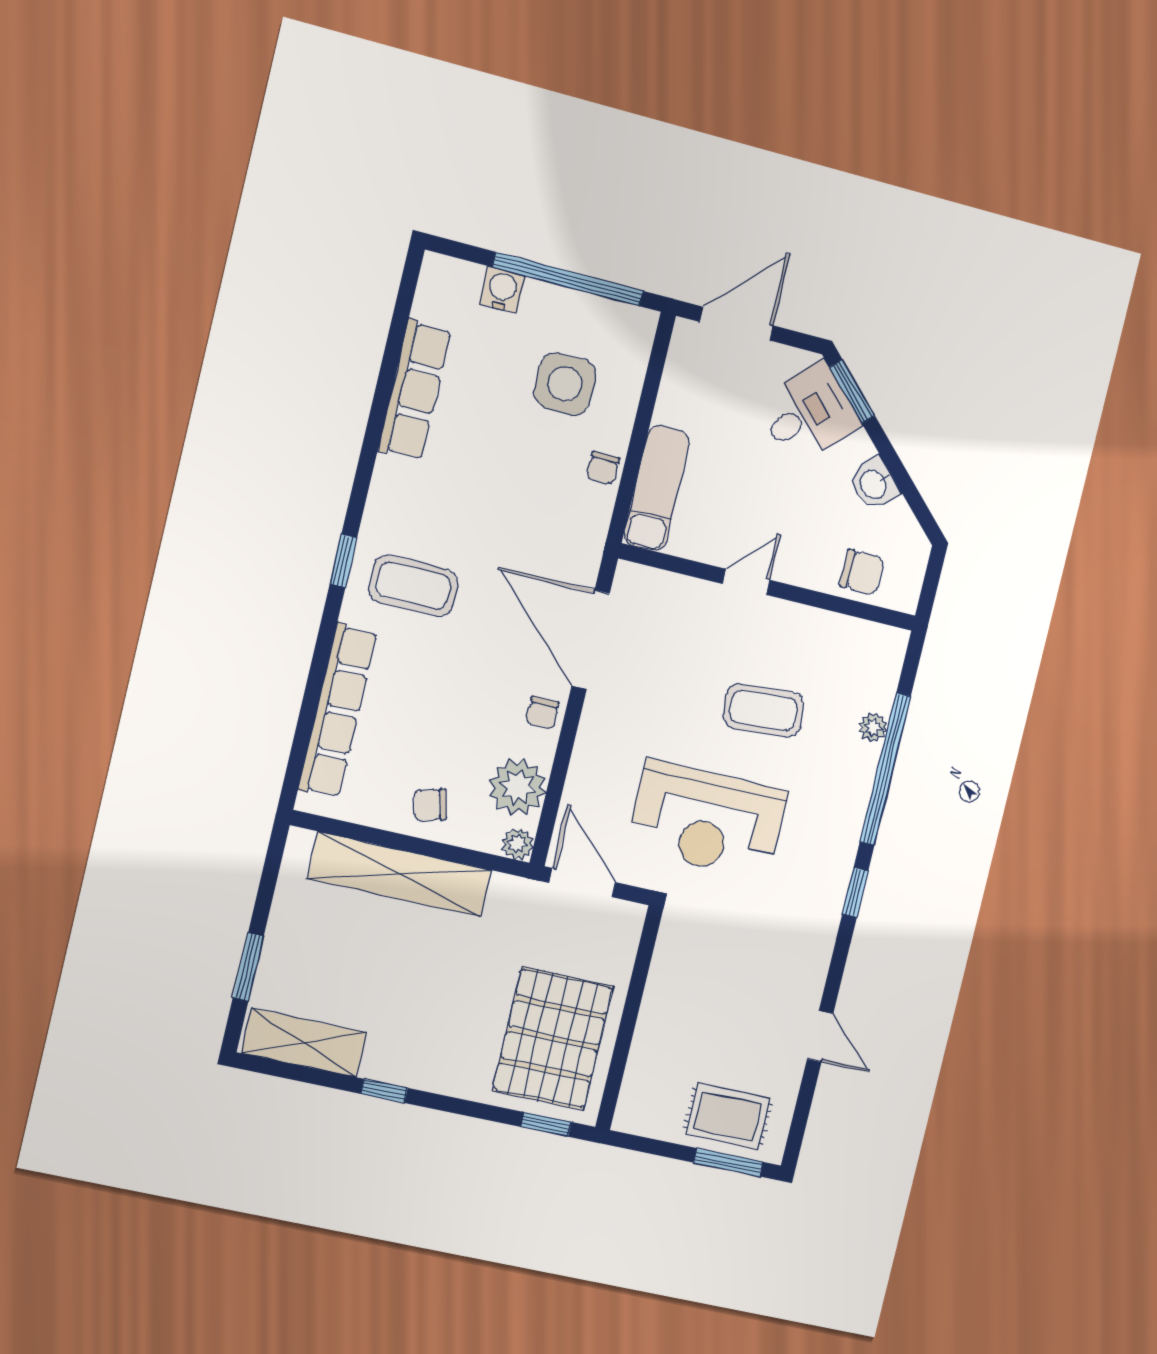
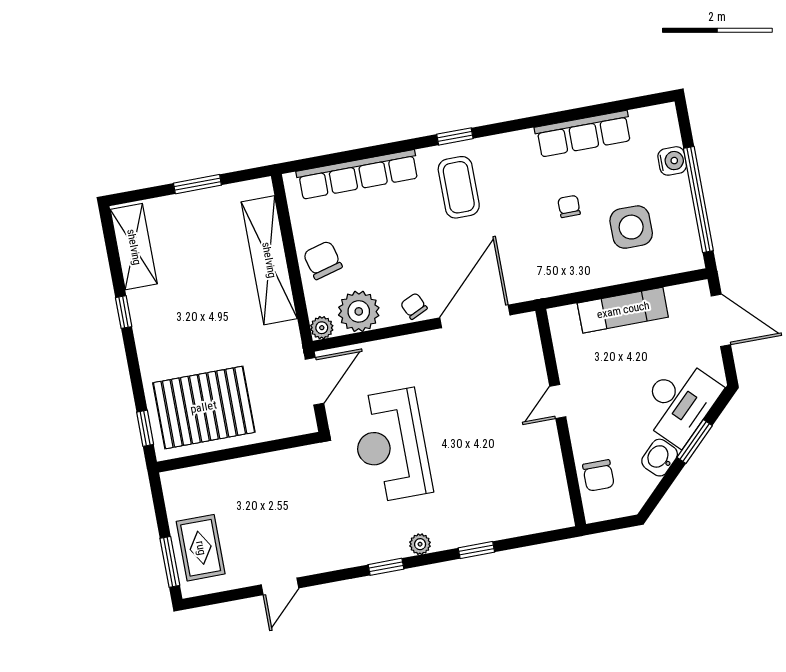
window: (852, 391) -> (695, 441), moved
desk: (808, 414) -> (679, 402), width x1.37
chair: (603, 468) -> (569, 206), moved, turned 90
exam couch: (657, 488) -> (623, 310), moved
door: (746, 582) -> (558, 401), swing flipped
coffee table: (763, 710) -> (479, 451), removed
chair: (542, 713) -> (414, 306), turned 65
plant: (873, 727) -> (420, 544), moved
window: (885, 769) -> (476, 550), width x0.32
chair: (430, 805) -> (323, 260), width x1.37, depth x1.37
window: (248, 967) -> (197, 184), moved

